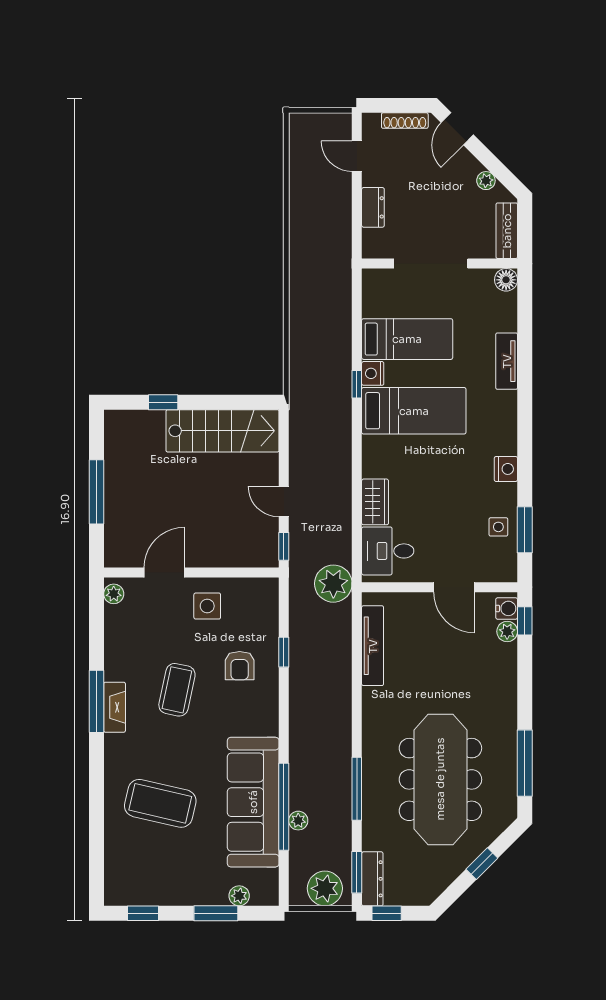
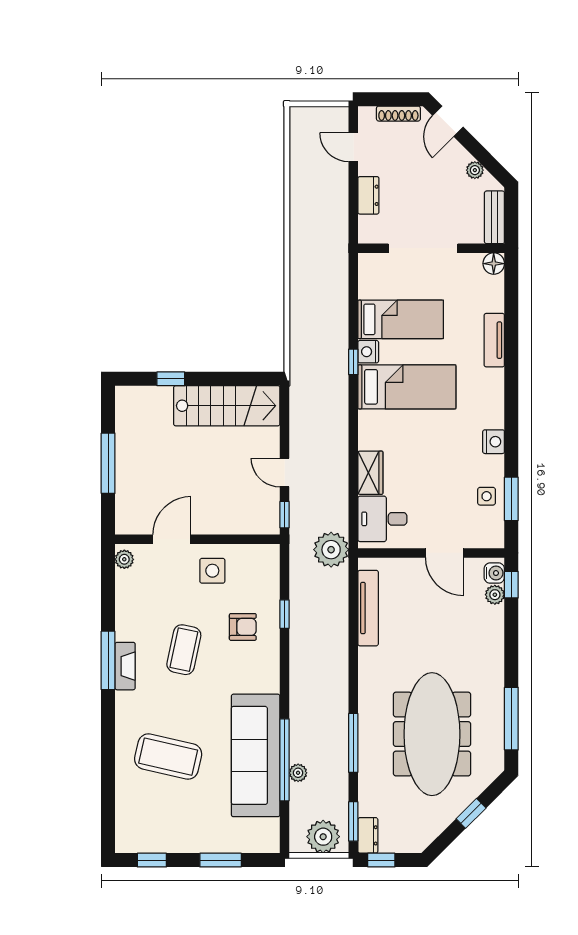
armchair: (240, 666) -> (243, 627), turned -90
dresser: (372, 879) -> (368, 835), width x0.70
plant: (239, 896) -> (242, 844), removed

